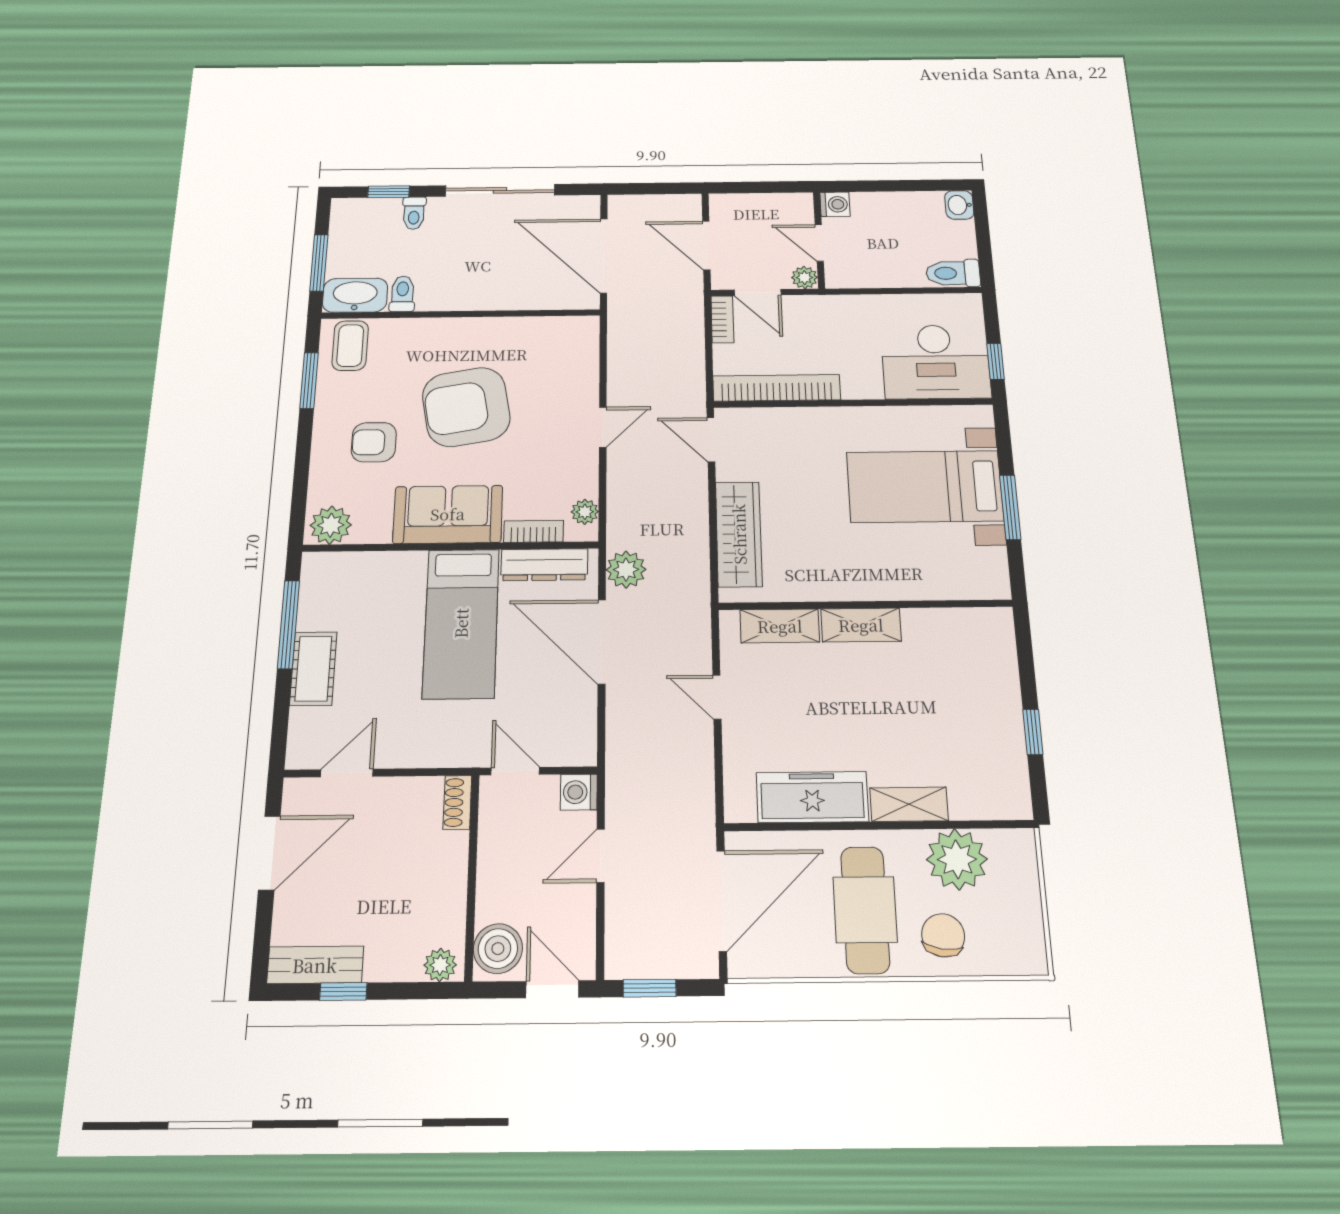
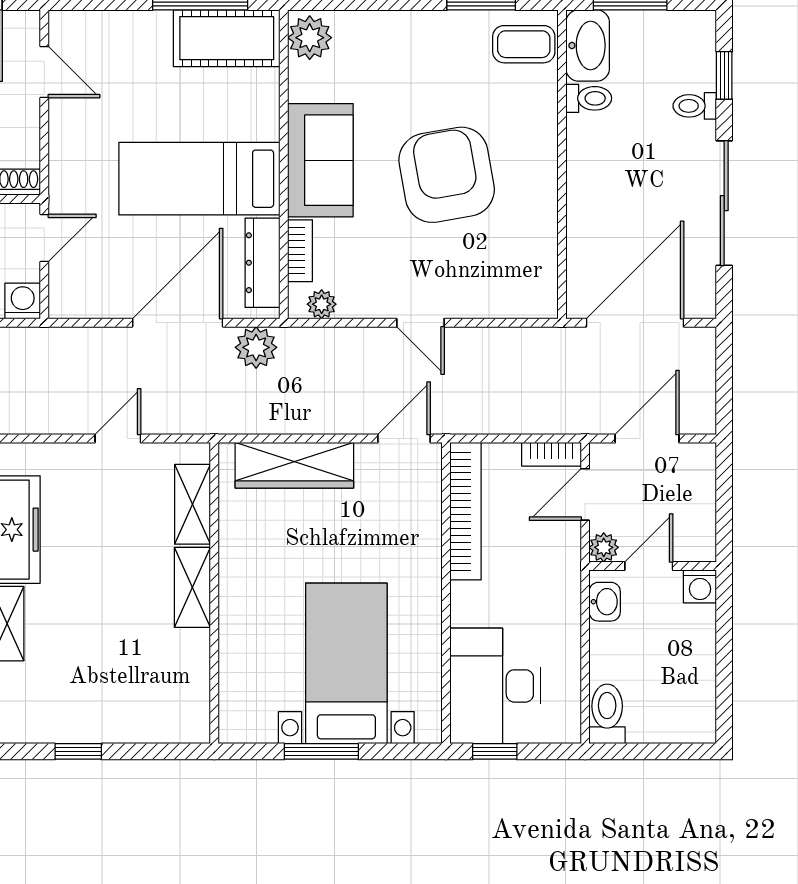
washbasin: (959, 205) -> (605, 602), moved, turned 90
armchair: (374, 442) -> (406, 77), removed
cot: (313, 669) -> (227, 38), moved, width x1.37, depth x1.34

